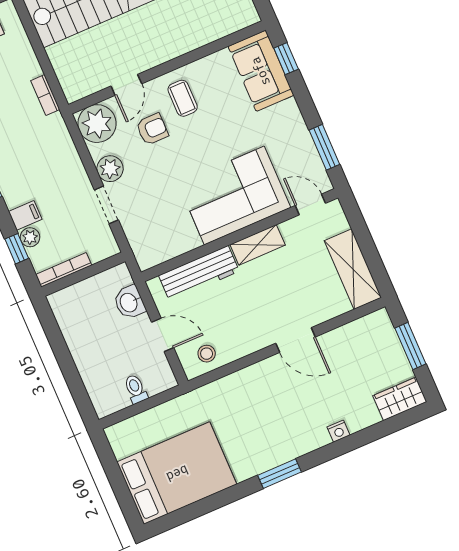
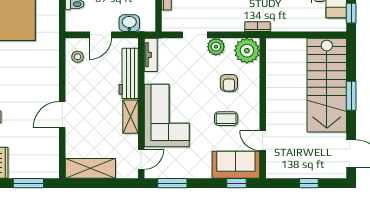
door: (126, 85) -> (263, 141), moved
bookcase: (45, 95) -> (257, 27), moved
coffee table: (183, 98) -> (226, 119), moved
tv unit: (160, 254) -> (151, 55), added

